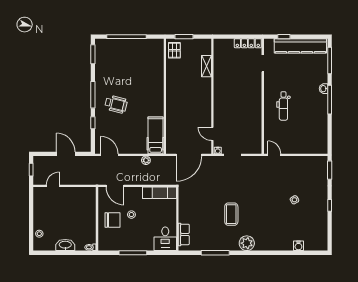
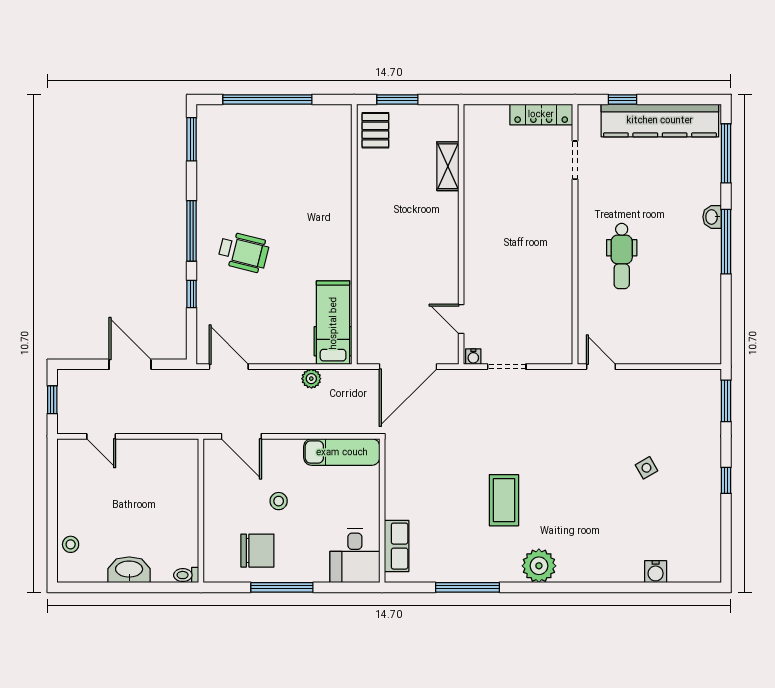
door: (53, 186) -> (101, 436), swing flipped
chair: (112, 220) -> (257, 551), moved

